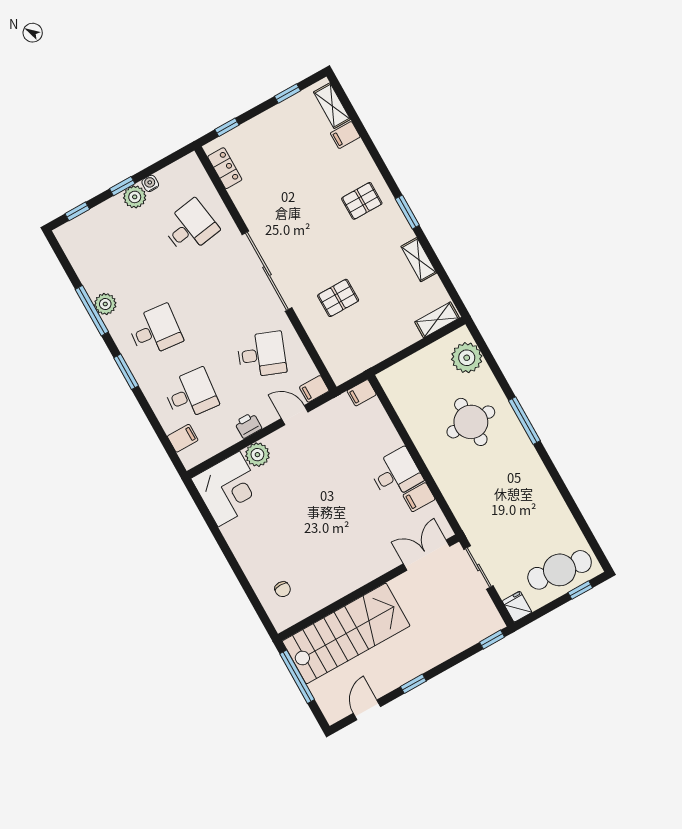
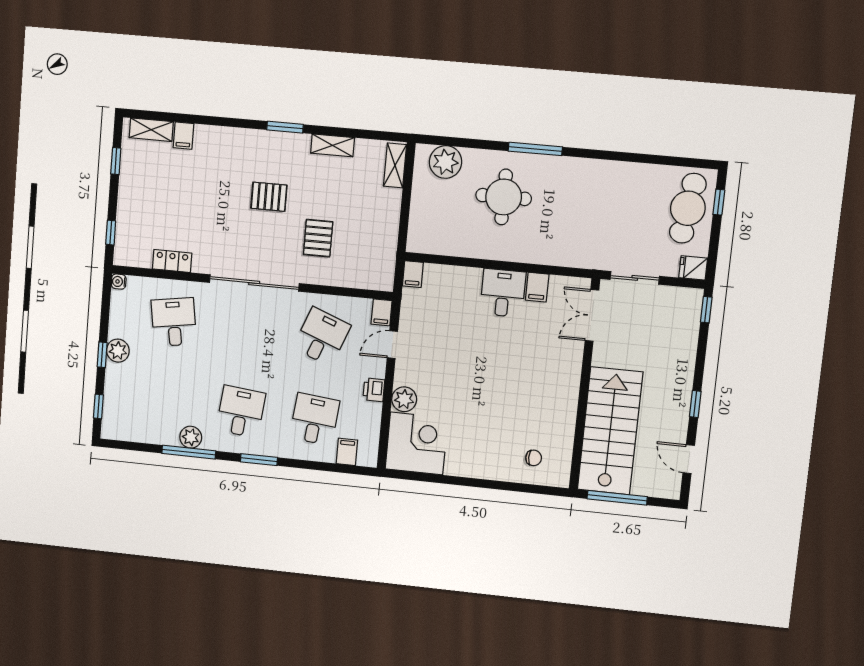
locker: (225, 168) -> (172, 261), moved
water cooler: (150, 183) -> (119, 282), moved
pallet: (362, 201) -> (269, 197), moved, turned 90

